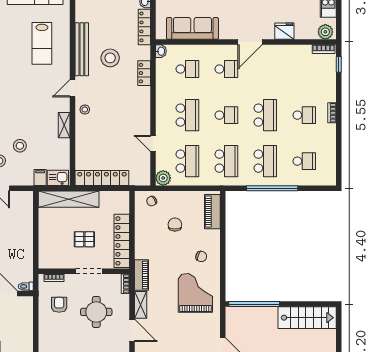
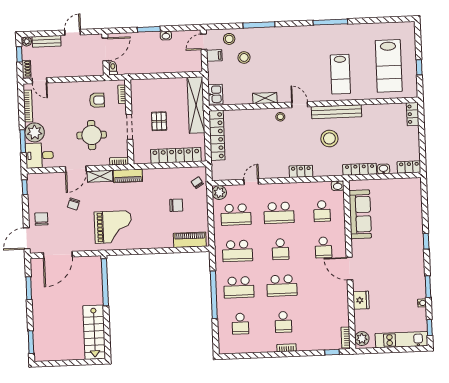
lab bench: (42, 43) -> (340, 74), turned -90
locker: (144, 73) -> (301, 171), moved
filing cabinet: (40, 177) -> (214, 55), moved
locker: (122, 241) -> (176, 155), moved
chair: (201, 256) -> (74, 204), moved

